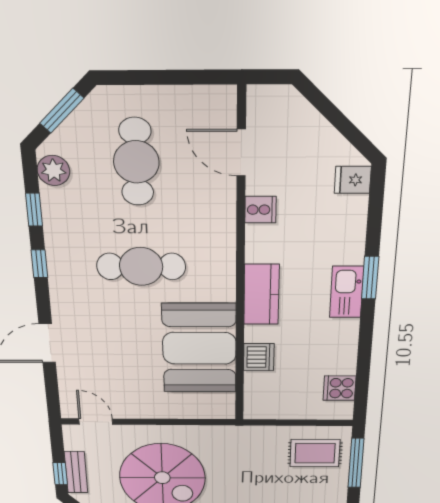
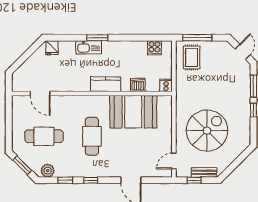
door: (241, 153) -> (40, 94), hinge flipped
cooker: (260, 210) -> (166, 85), moved
kitchen sink: (347, 292) -> (89, 47), moved
window: (60, 474) -> (194, 180), moved

